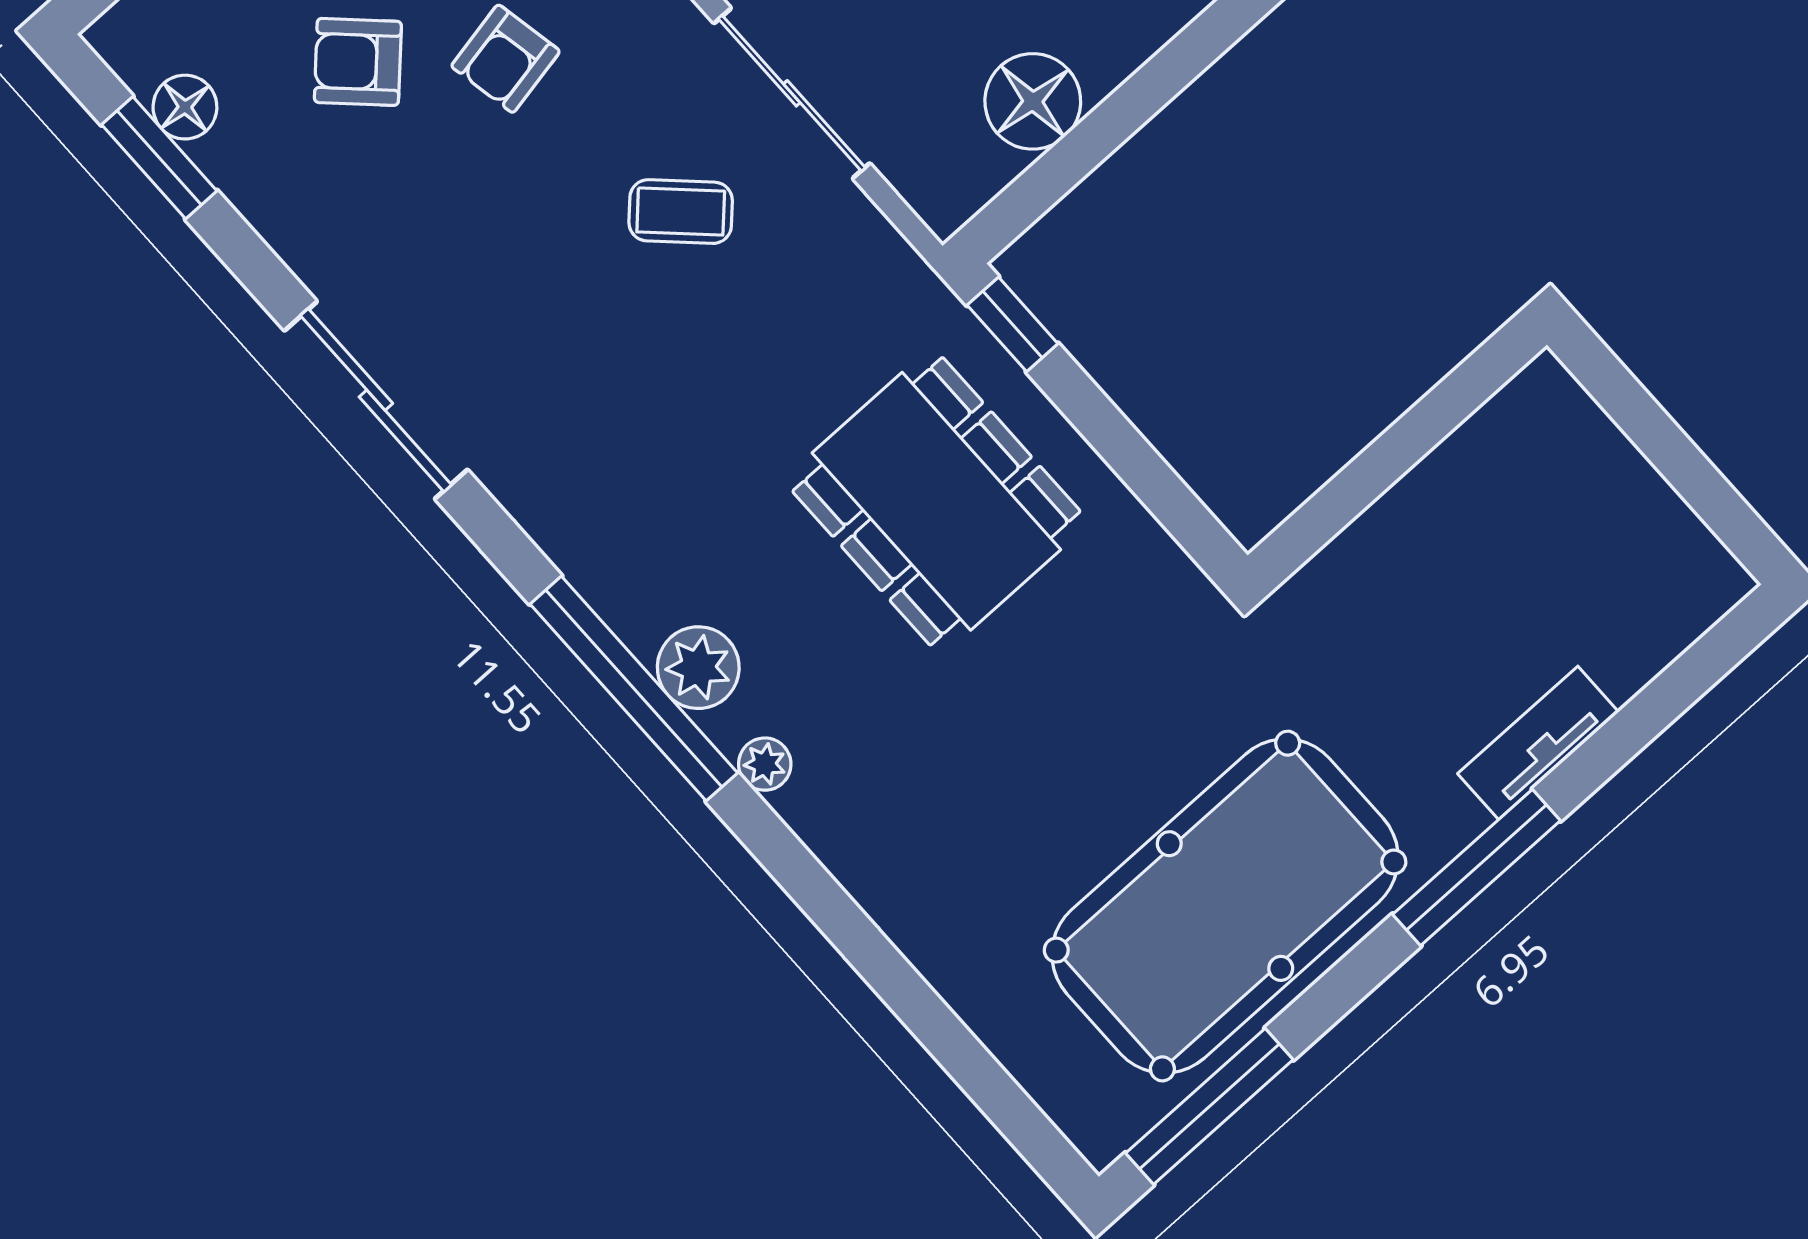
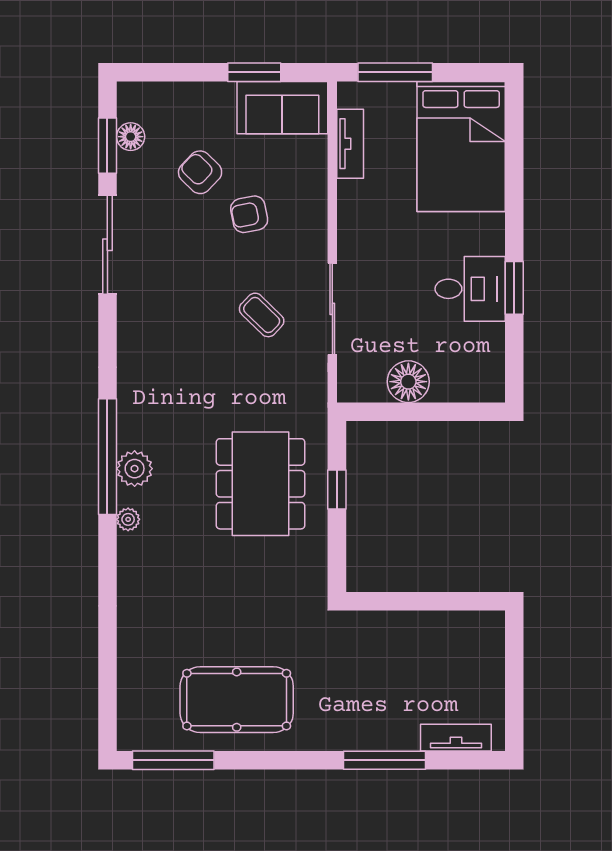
window: (1013, 324) -> (337, 489), moved
sliding door: (376, 400) -> (107, 245), moved
tv unit: (1538, 743) -> (456, 738), moved
window: (1477, 867) -> (384, 760), moved
pool table: (1225, 906) -> (237, 700), width x0.73, depth x0.76

